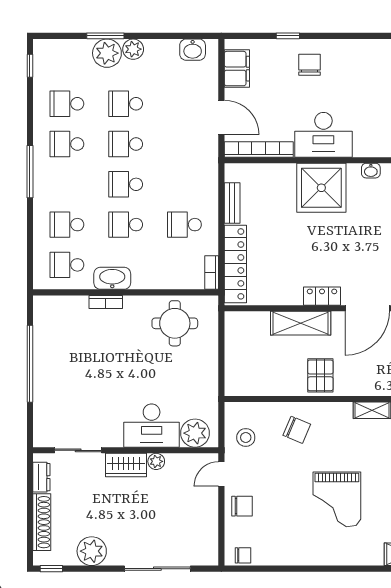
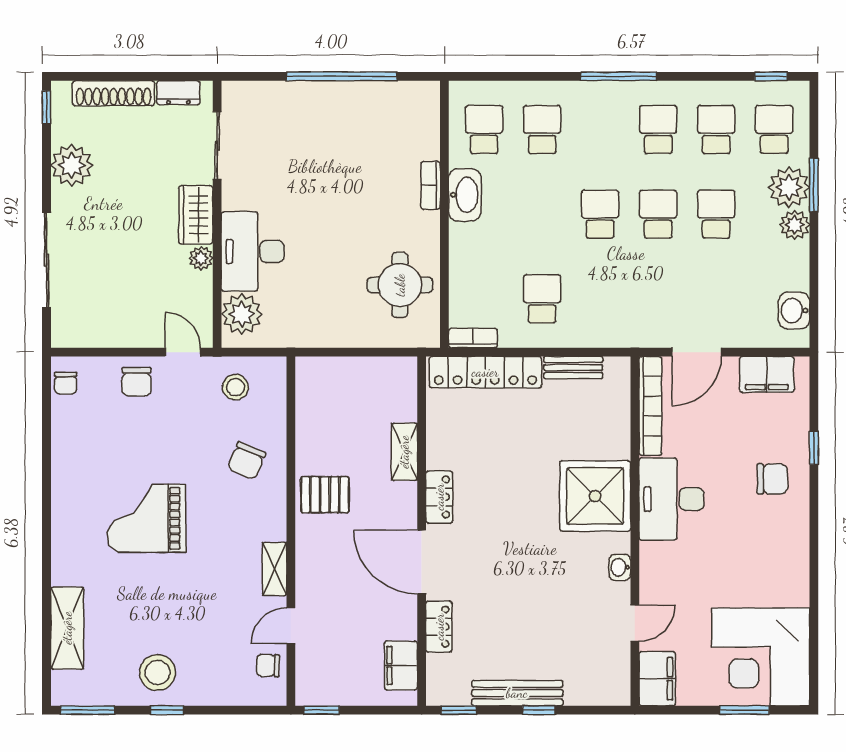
school desk: (126, 225) -> (774, 129), moved
shelving: (301, 323) -> (404, 452), width x0.67, depth x0.75

